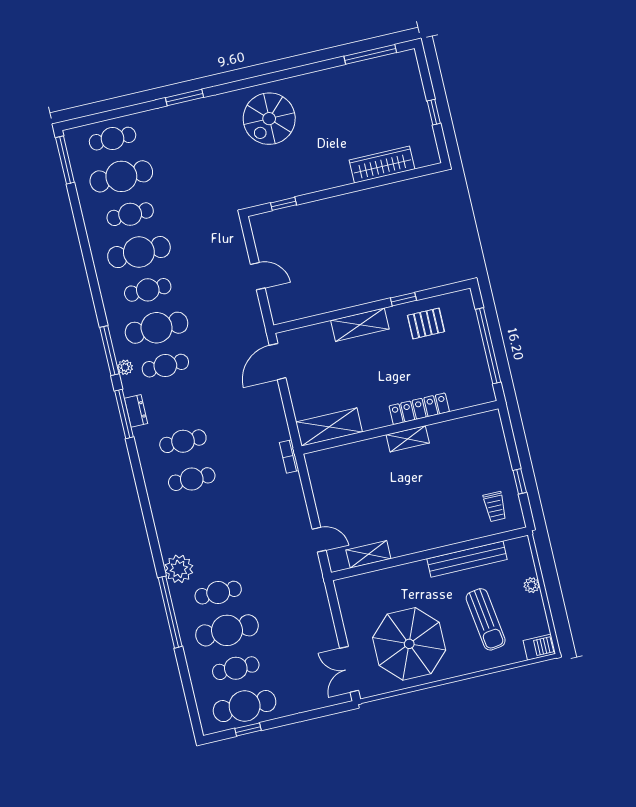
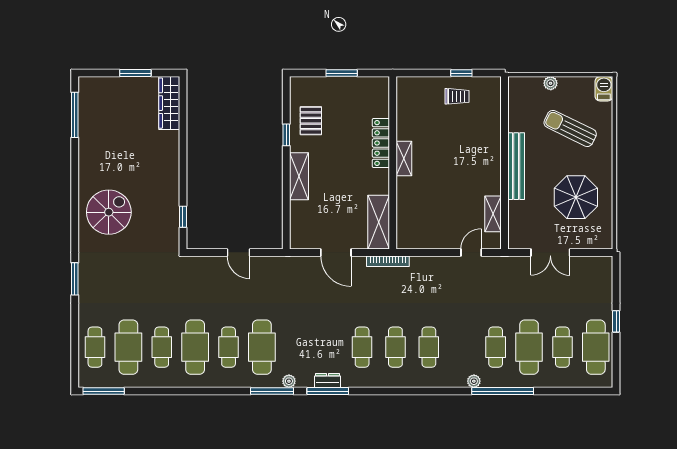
window: (434, 112) -> (135, 73), width x1.50
spiral stairs: (269, 119) -> (109, 212), turned -90
wardrobe: (382, 165) -> (169, 103), moved
door: (258, 276) -> (238, 252), swing flipped
window: (488, 346) -> (342, 73), width x0.47
door: (278, 362) -> (336, 252), moved
cafe table: (165, 366) -> (429, 347), moved
bookcase: (289, 456) -> (388, 261), width x1.56
trolley: (495, 507) -> (457, 96), moved
bench: (467, 559) -> (516, 166), moved
plant: (179, 569) -> (474, 381), width x0.53, depth x0.53
sun lounger: (486, 619) -> (570, 128), turned -146
parasol: (409, 644) -> (576, 197), width x0.73, depth x0.73
double door: (349, 669) -> (550, 252), moved
window: (248, 729) -> (616, 321), moved

